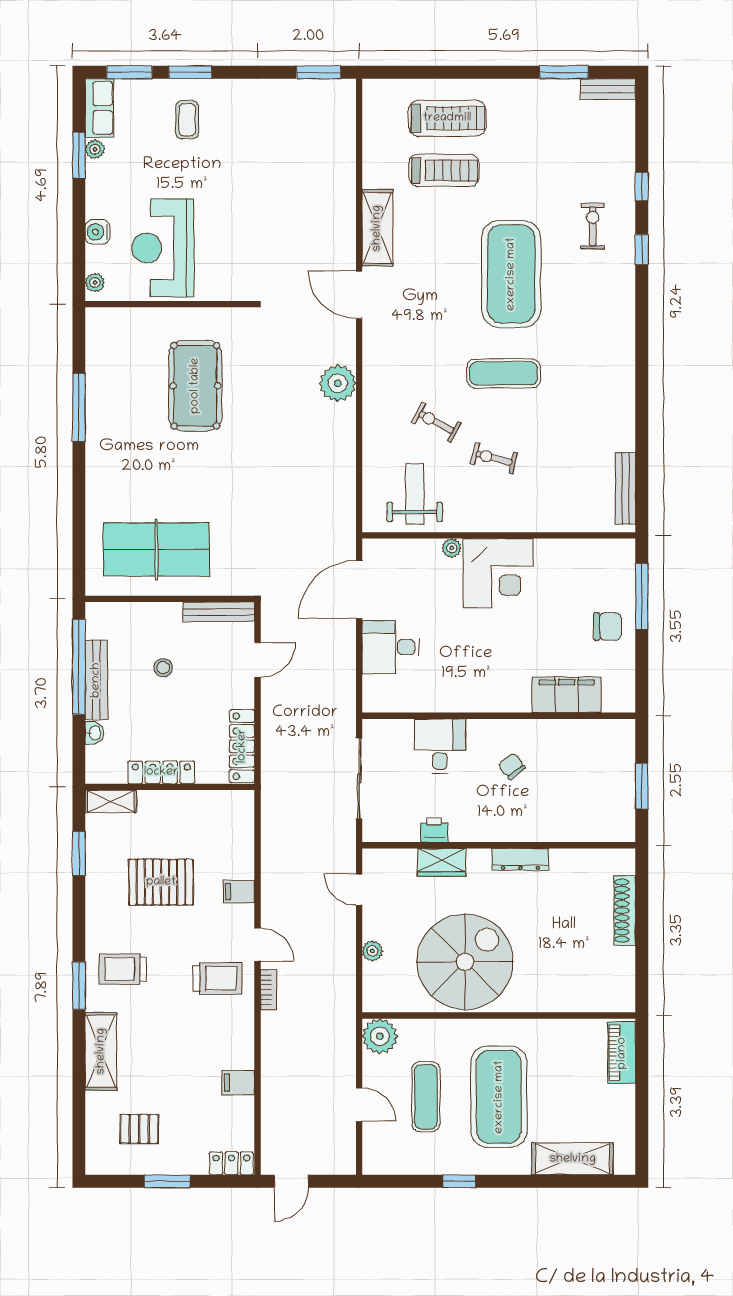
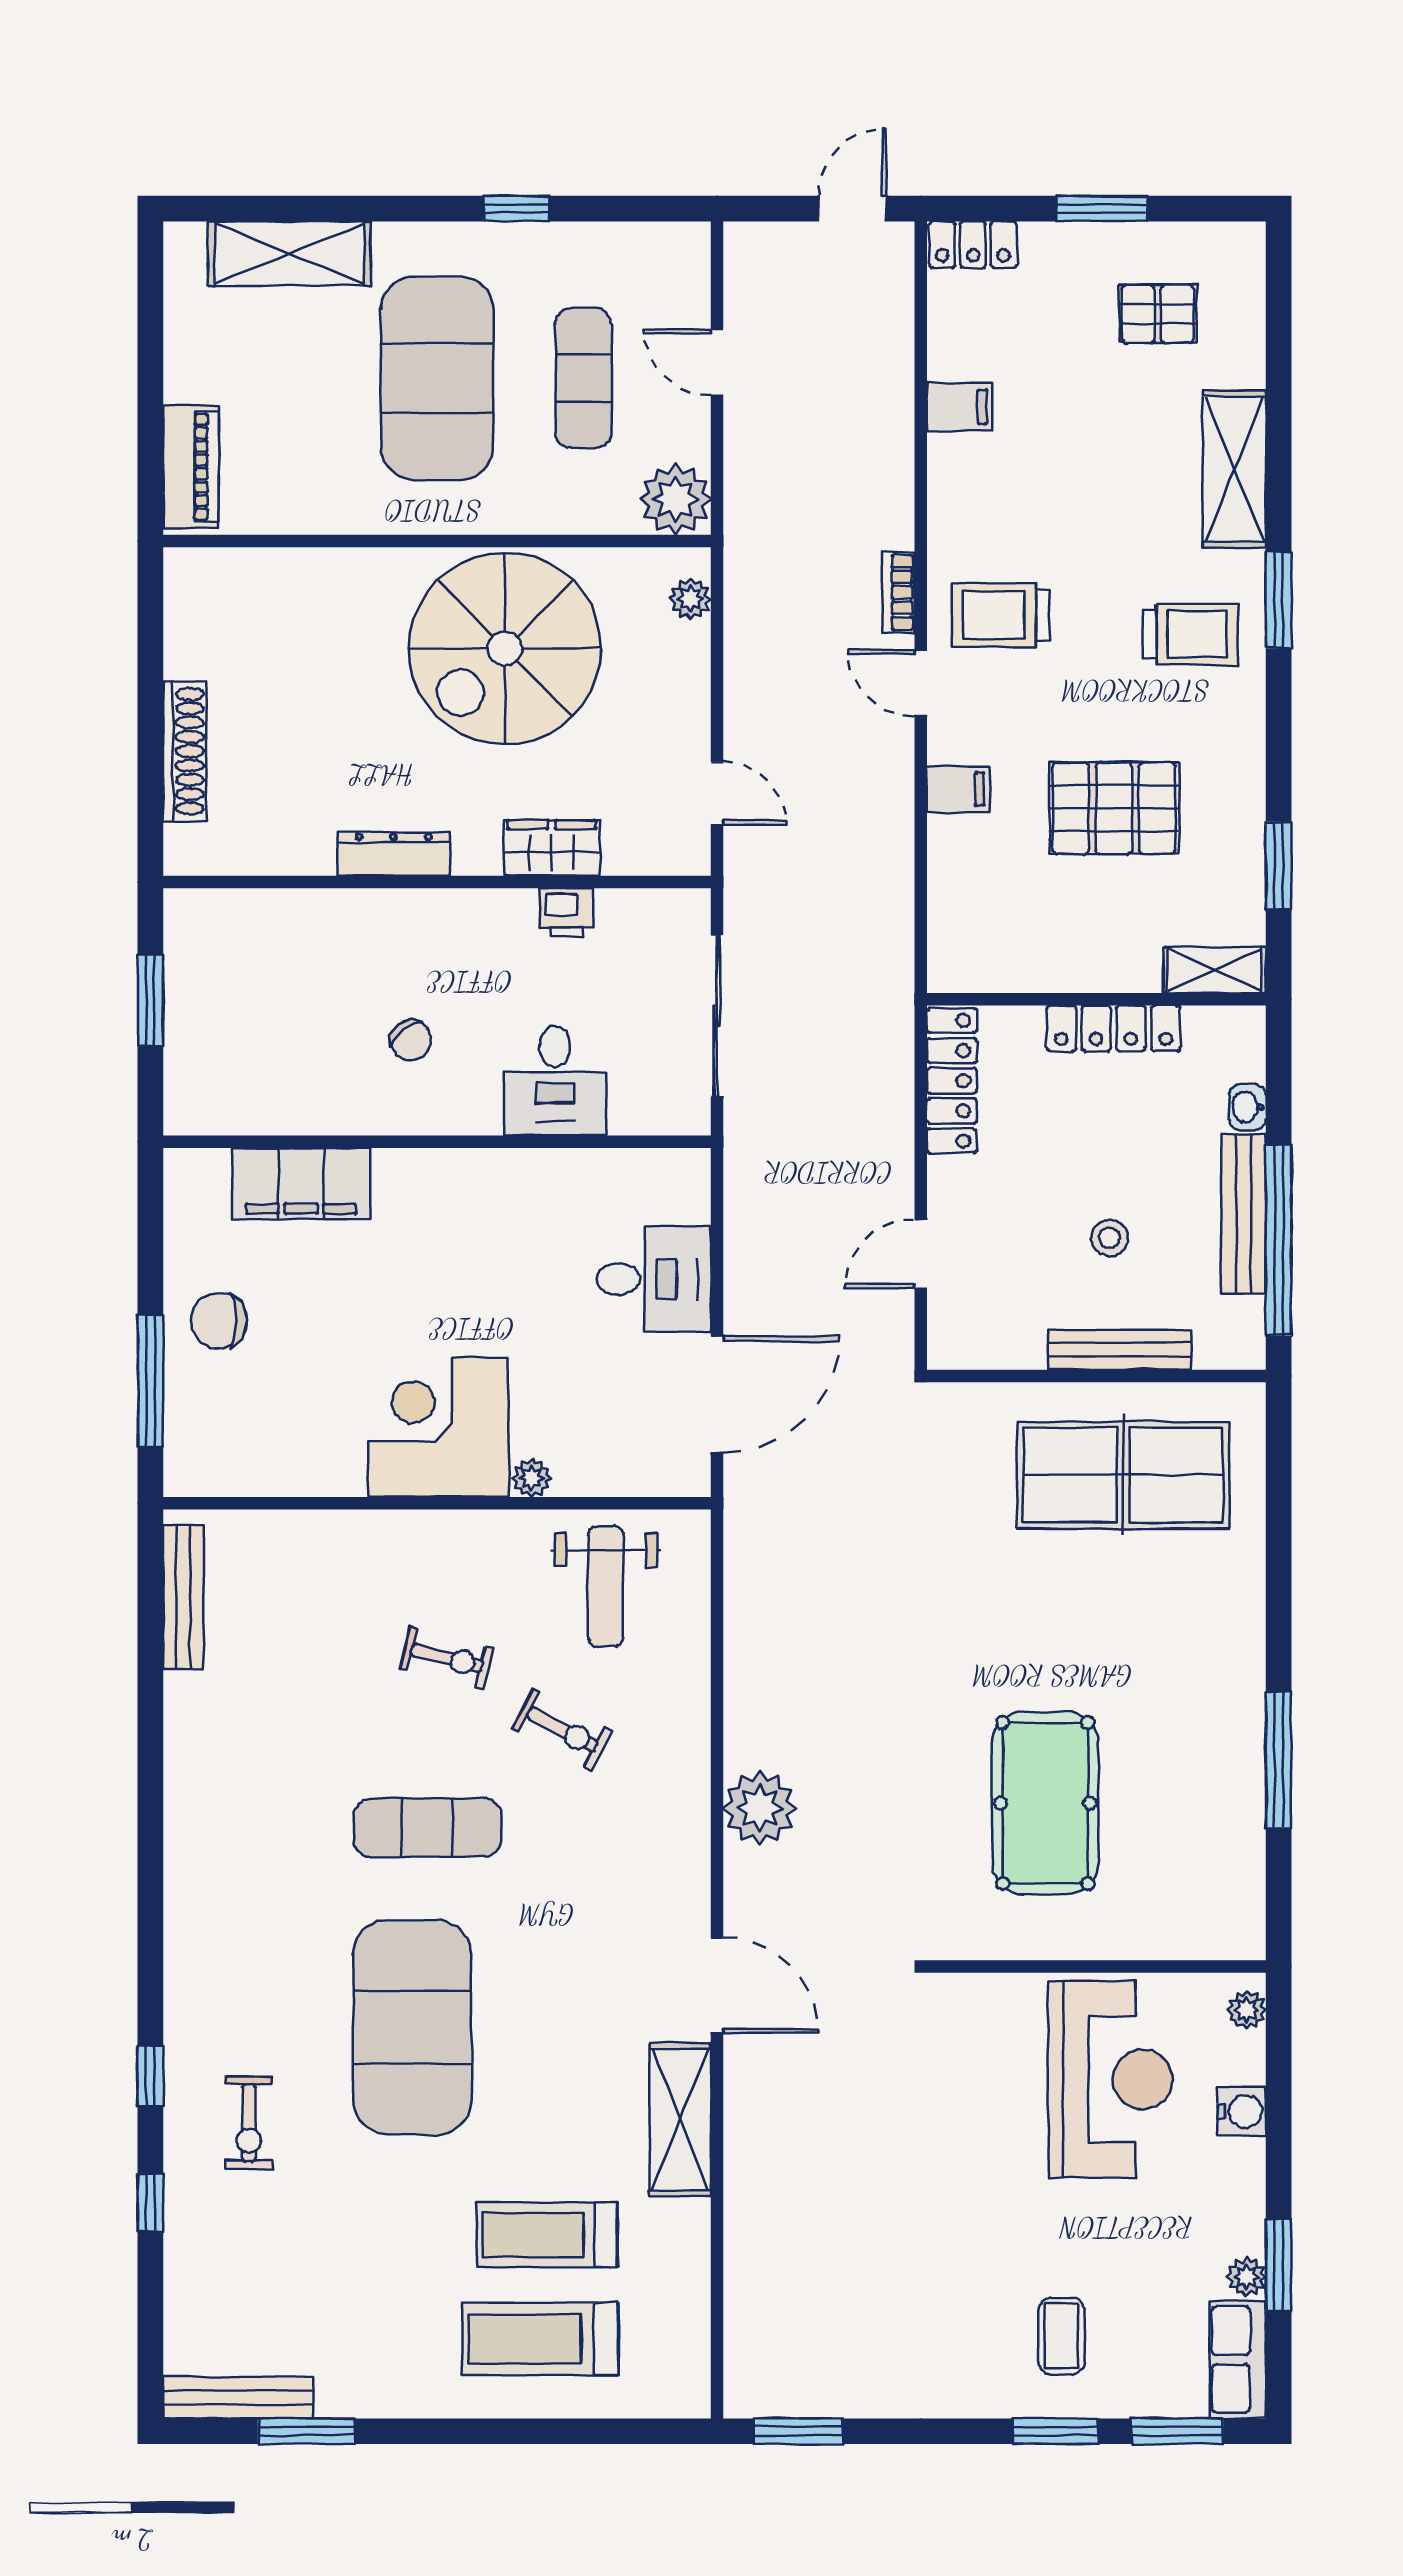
bench: (608, 89) -> (238, 2398), width x1.36
bench: (219, 612) -> (1120, 1350), moved
plant: (372, 951) -> (690, 599), moved

